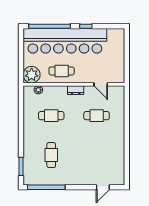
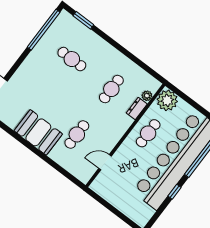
dresser: (76, 90) -> (137, 109), moved
booth: (114, 141) -> (38, 132), added

